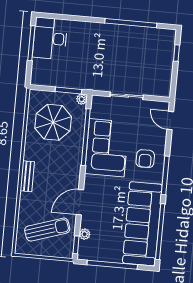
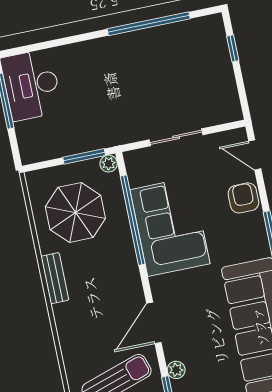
armchair: (145, 159) -> (243, 198), moved, turned 180
bench: (27, 176) -> (55, 278), moved

